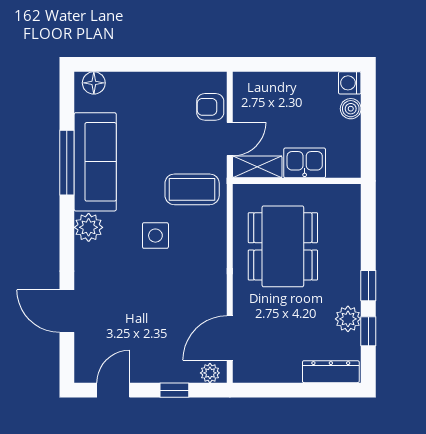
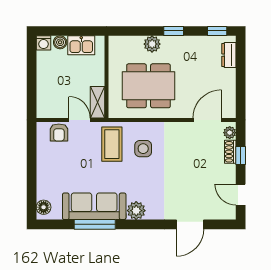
kitchen sink: (305, 163) -> (81, 45), moved, turned -90
side table: (155, 236) -> (143, 149), moved
plant: (348, 319) -> (152, 44), moved
window: (368, 331) -> (217, 31), moved
door: (230, 338) -> (207, 120), swing flipped
dresser: (331, 372) -> (229, 55), width x0.70
shoe rack: (180, 374) -> (230, 152), added

